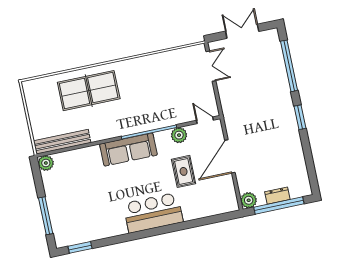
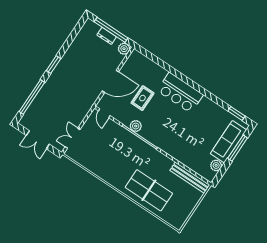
plant: (179, 135) -> (136, 126), moved
sofa: (128, 150) -> (228, 142), moved, turned -90
plant: (46, 163) -> (216, 165), moved

